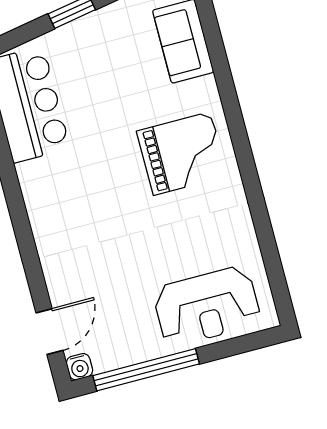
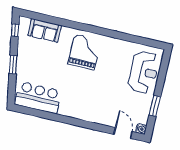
window: (146, 370) -> (155, 106), width x0.47

